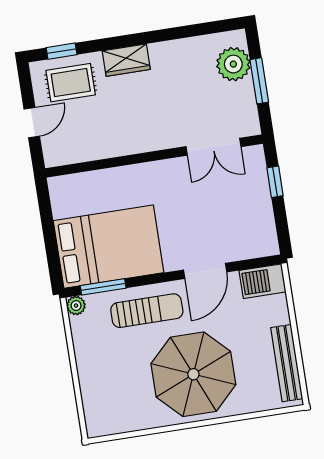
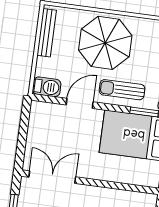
double door: (213, 147) -> (52, 177), width x1.37
window: (275, 182) -> (21, 145), removed

